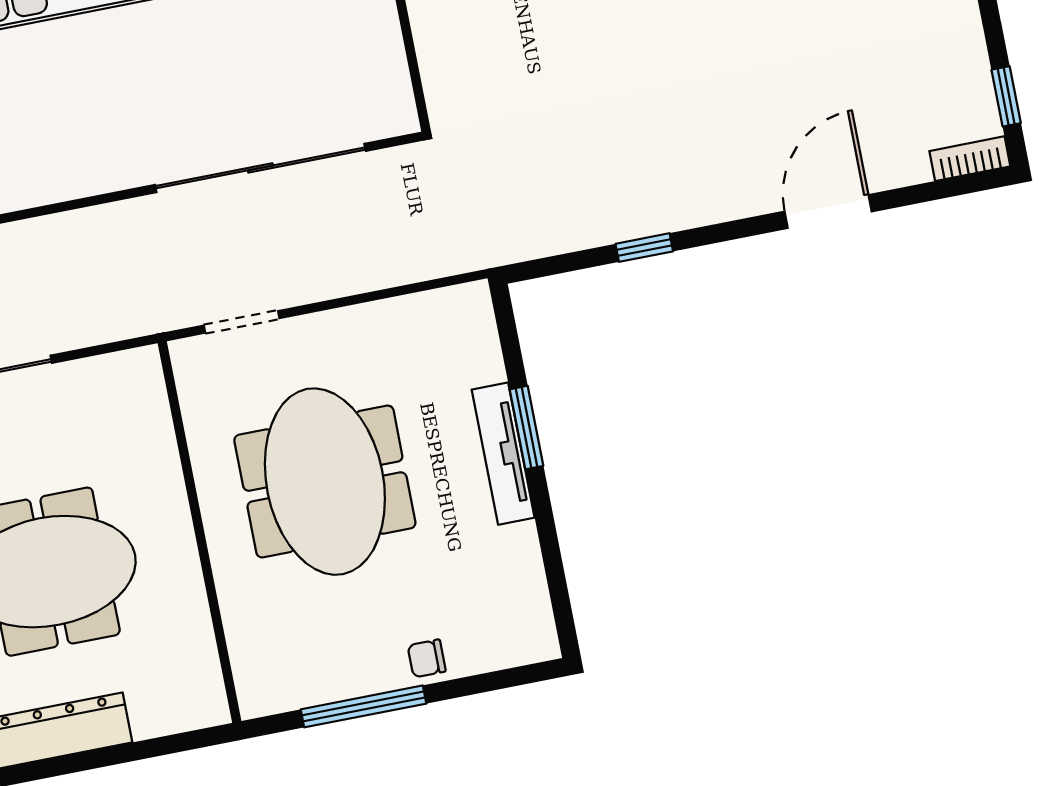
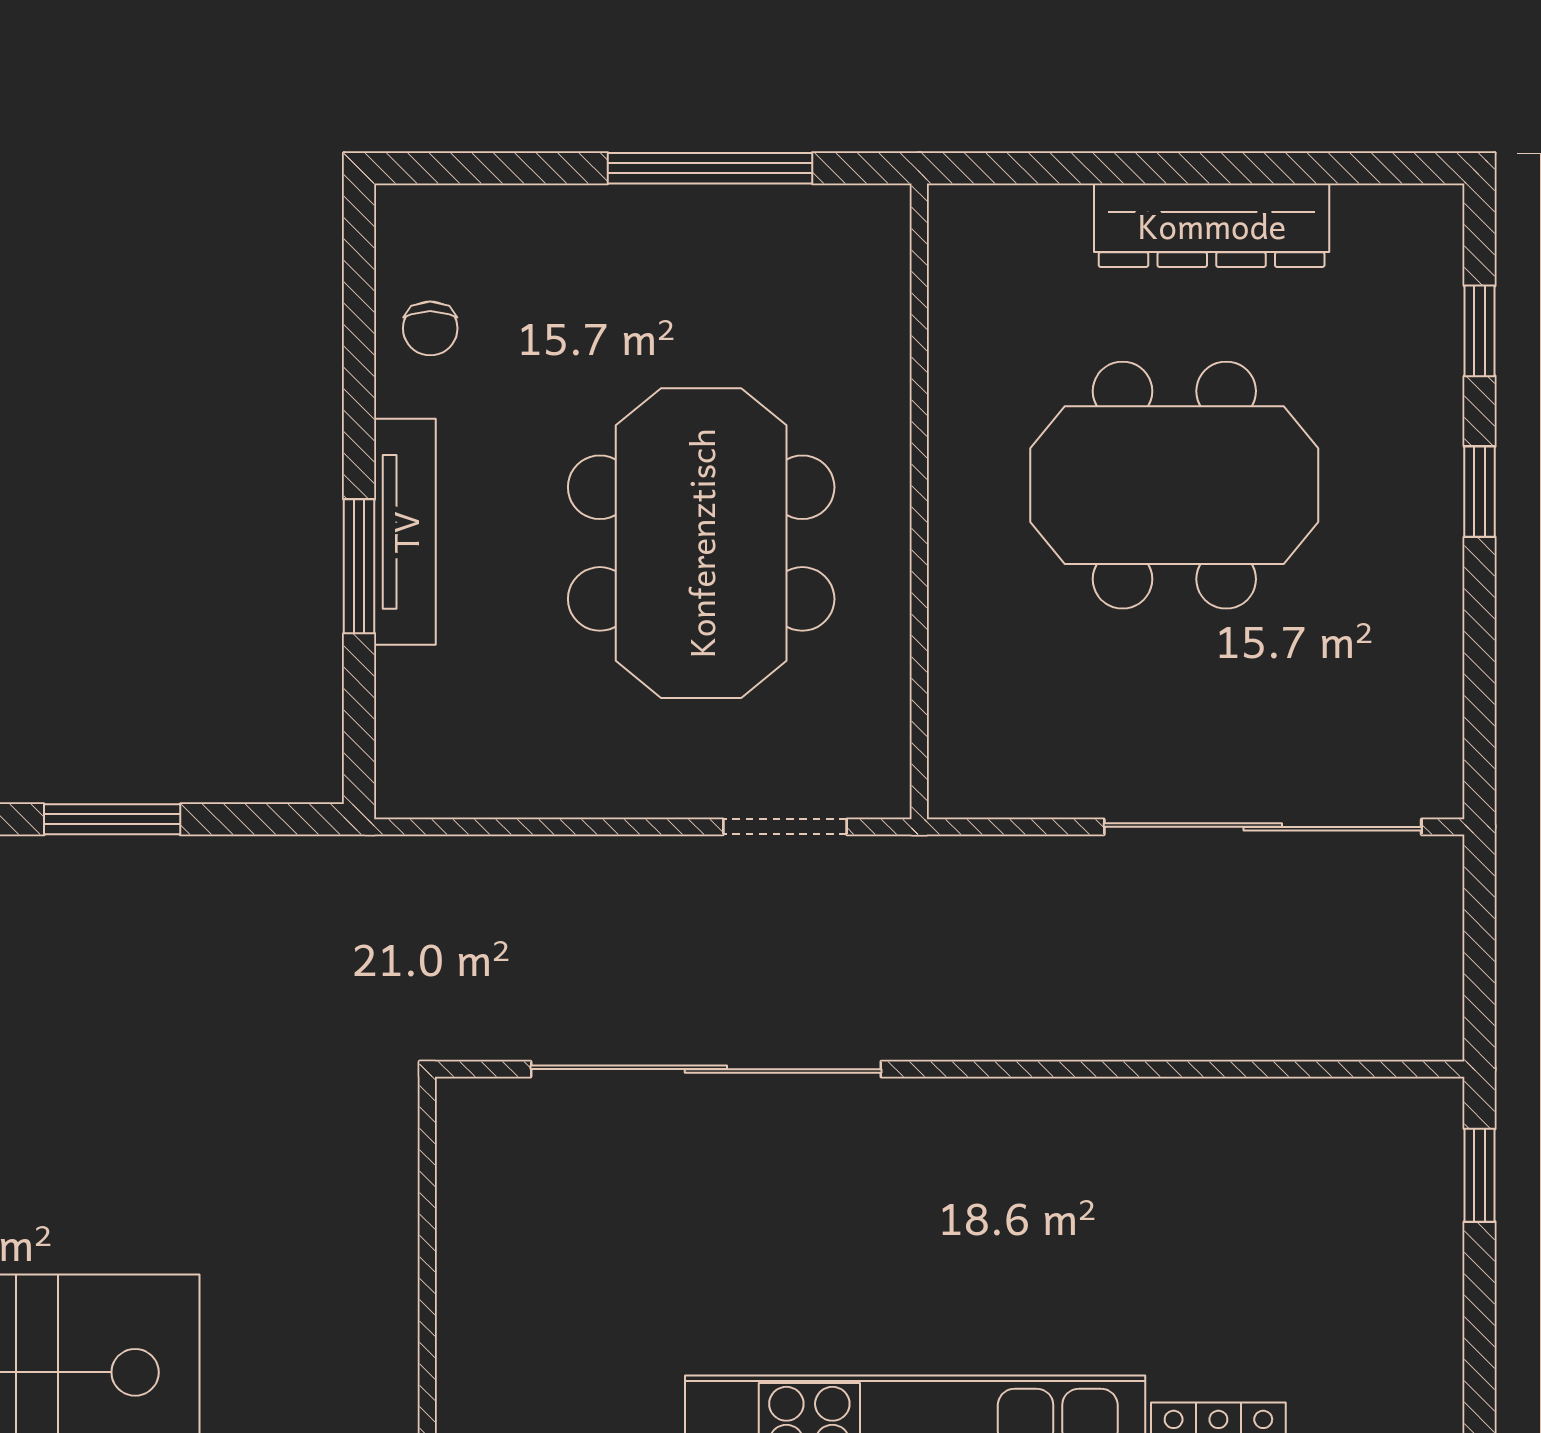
window: (644, 248) -> (112, 819), width x1.50
chair: (427, 658) -> (430, 328), moved, turned 90

